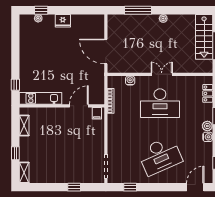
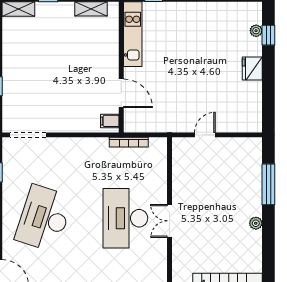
door: (106, 51) -> (205, 135), width x0.53
double door: (162, 74) -> (170, 221), swing flipped
water cooler: (130, 81) -> (160, 172), removed
desk: (160, 156) -> (44, 218), turned 42

